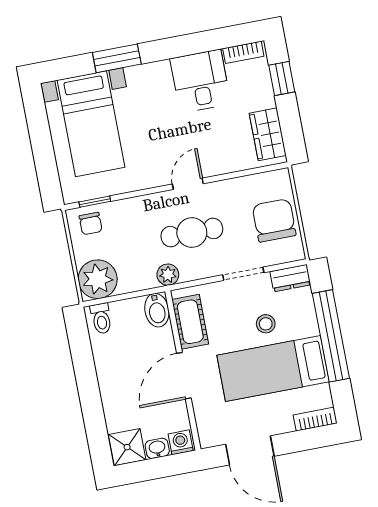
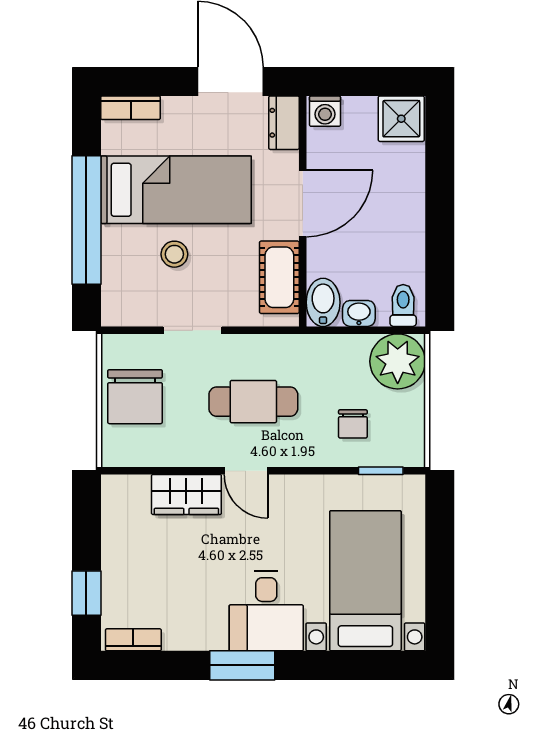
window: (117, 58) -> (242, 665), moved
desk: (200, 81) -> (266, 611), moved
wardrobe: (268, 134) -> (186, 494), moved, turned 90
door: (188, 184) -> (246, 471), hinge flipped
chair: (91, 223) -> (353, 424), moved, turned 180
plant: (168, 275) -> (298, 349), removed
dresser: (290, 278) -> (284, 123), moved, turned -90
washbasin: (157, 448) -> (359, 313), moved, turned 180

